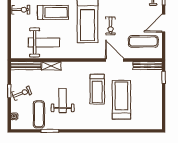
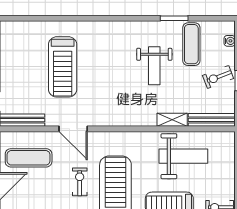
weight bench: (44, 42) -> (183, 156), turned 180
treadmill: (97, 89) -> (100, 83), removed

